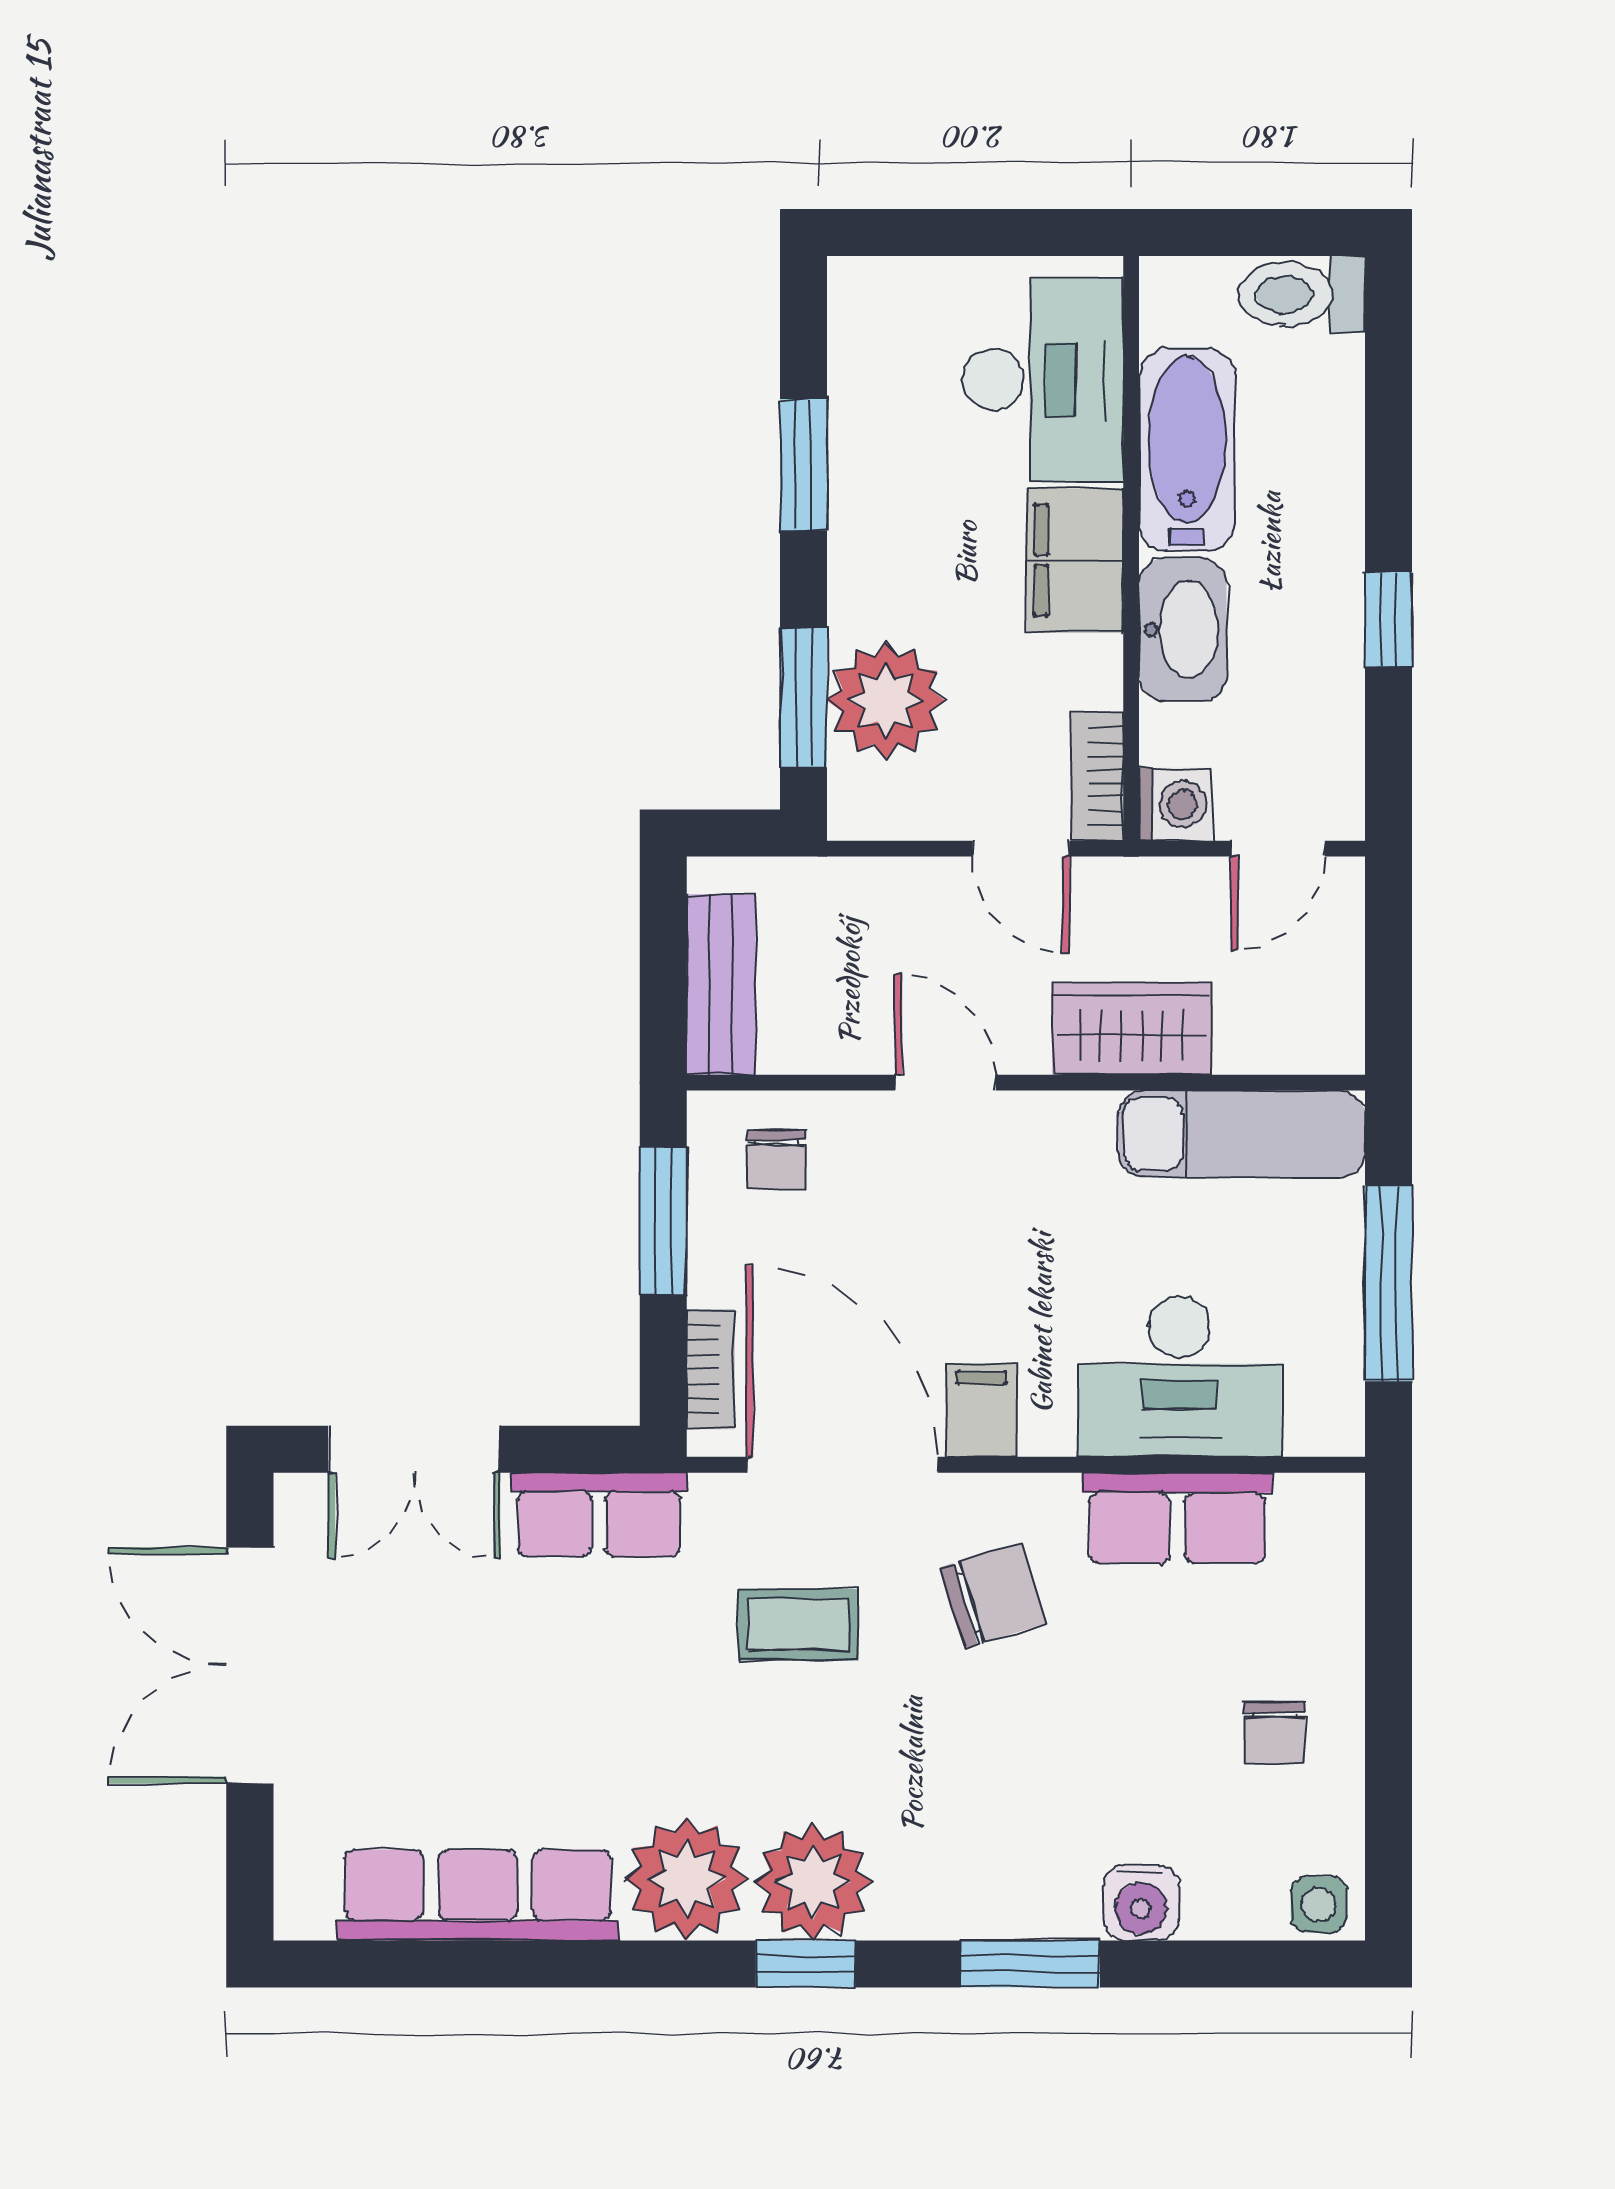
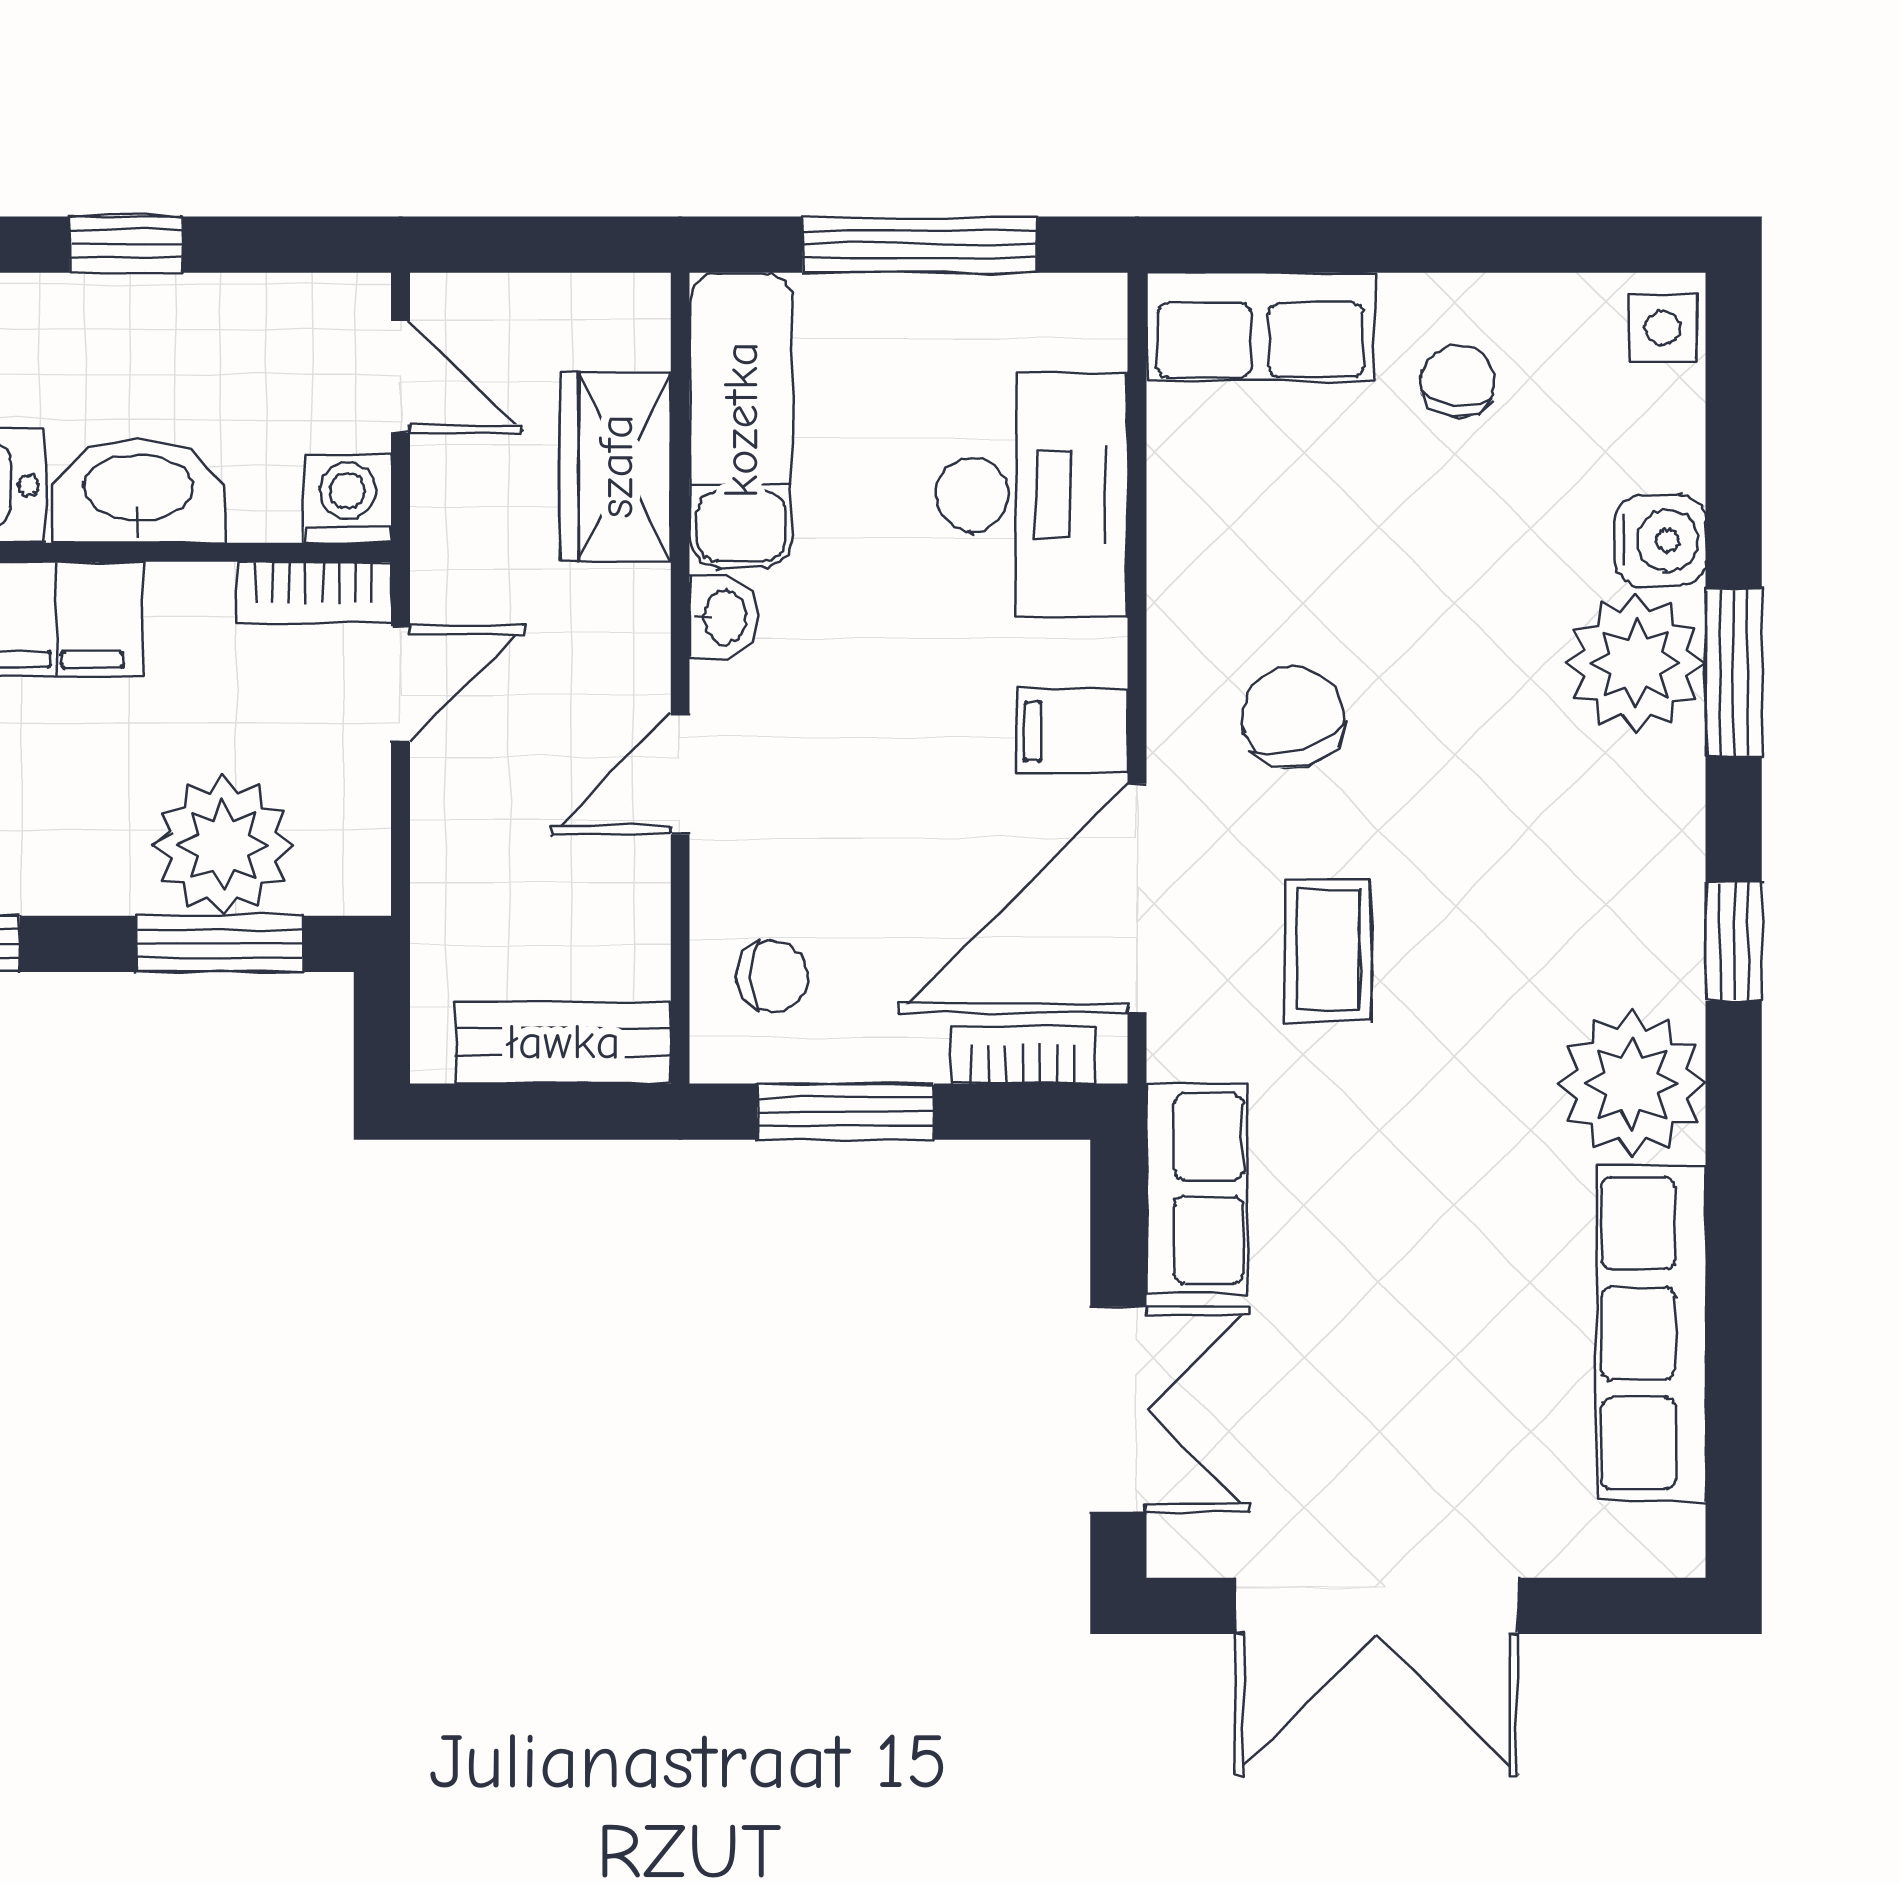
wardrobe: (1132, 1029) -> (616, 466), moved
washbasin: (1077, 1119) -> (723, 617), added
row of seats: (1177, 1518) -> (1260, 327), moved, turned 90
chair: (1274, 1733) -> (1458, 381), turned -83
plant: (813, 1882) -> (1636, 663), moved

